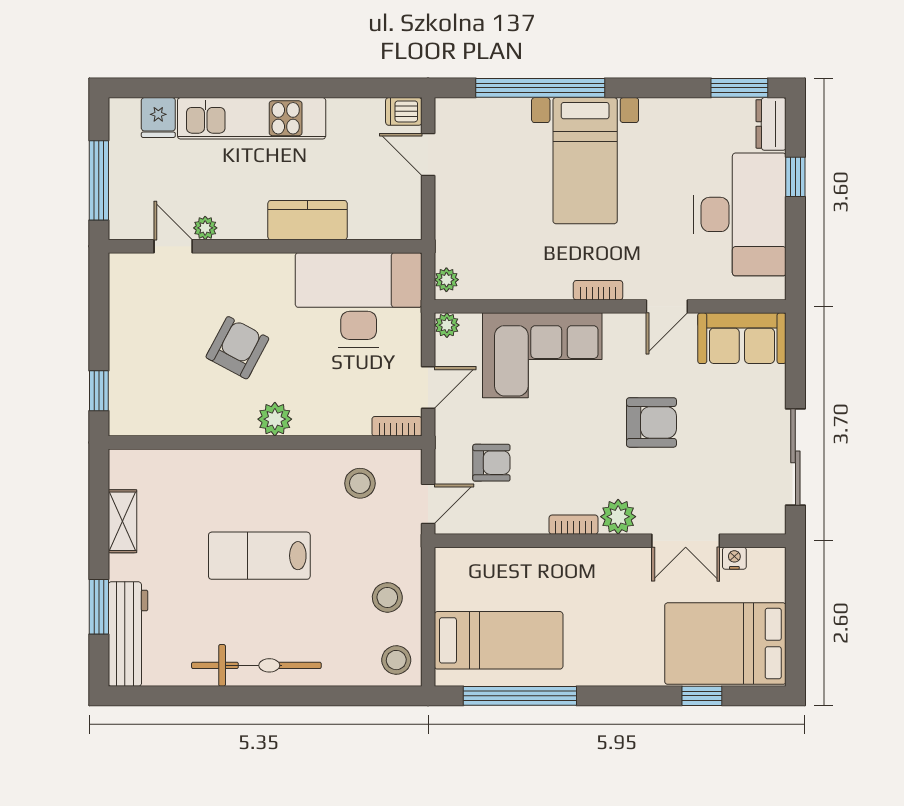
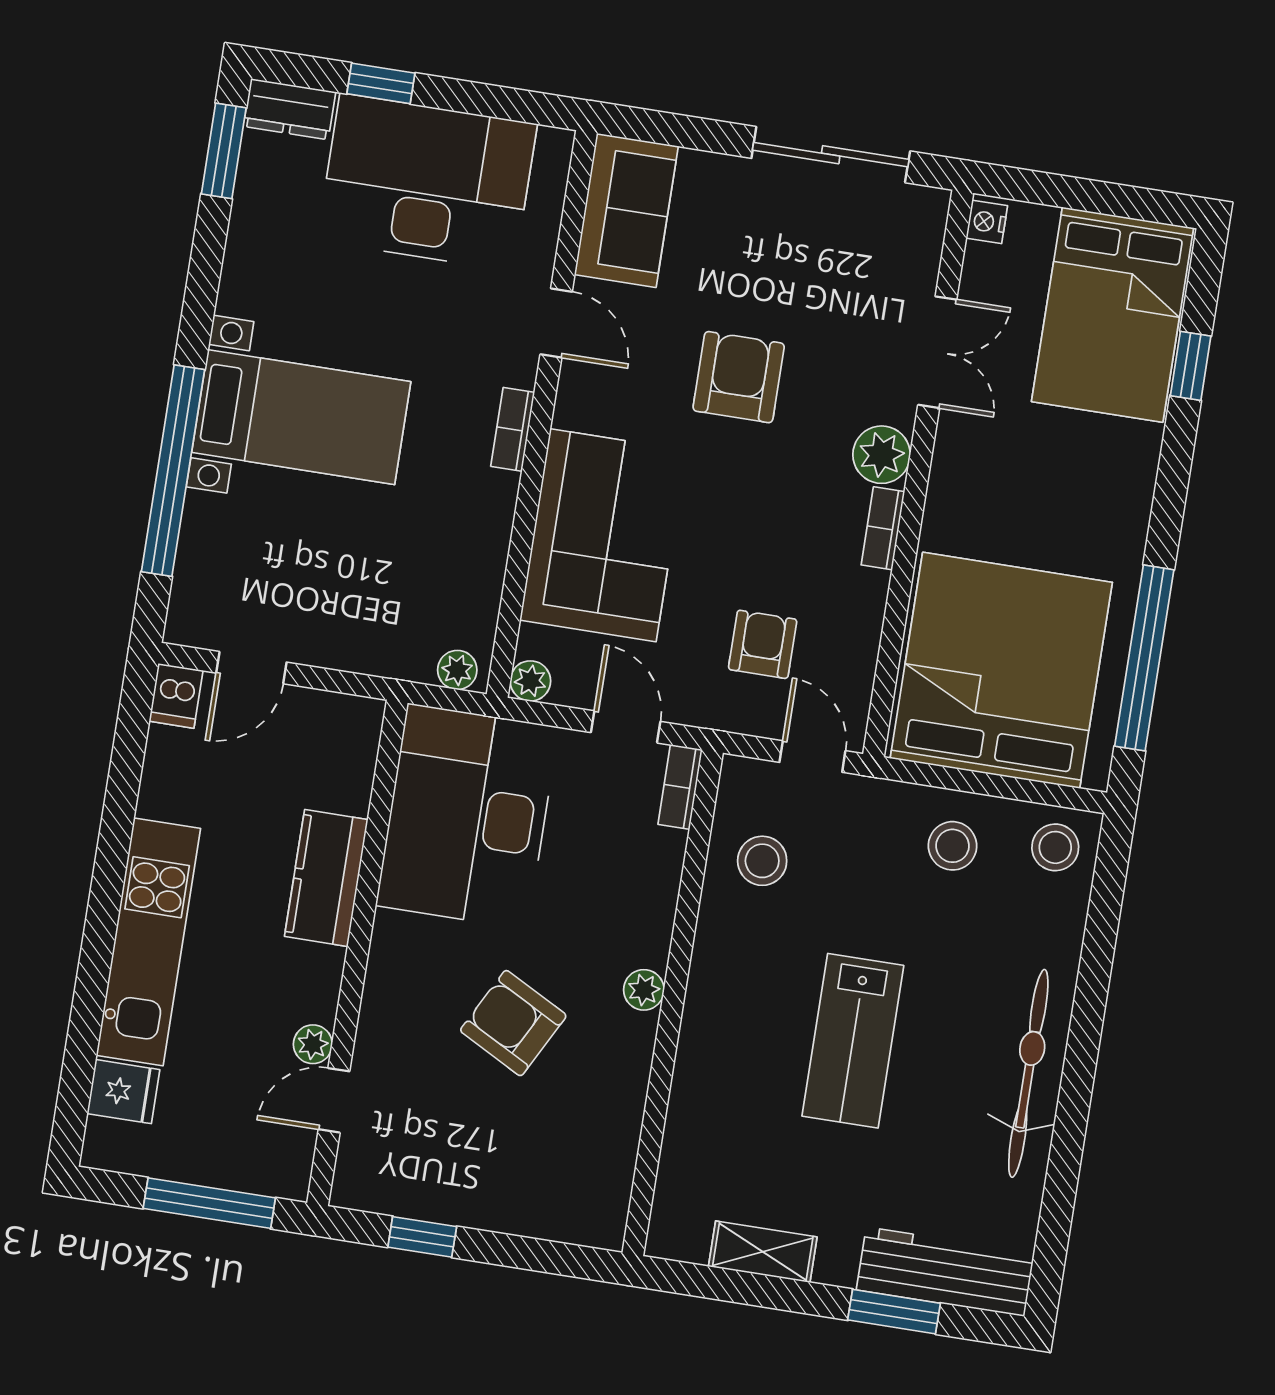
window: (99, 391) -> (422, 1237), moved
plant: (275, 419) -> (644, 990), width x0.73, depth x0.73
nightstand: (734, 558) -> (987, 222), moved
bed: (499, 640) -> (1001, 670), width x2.04

